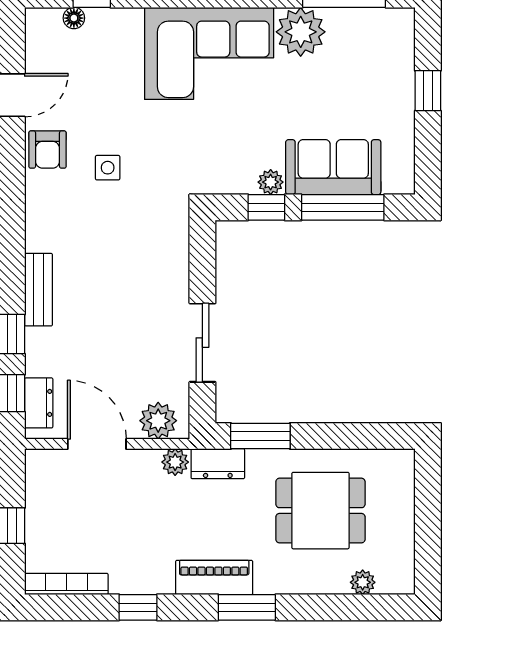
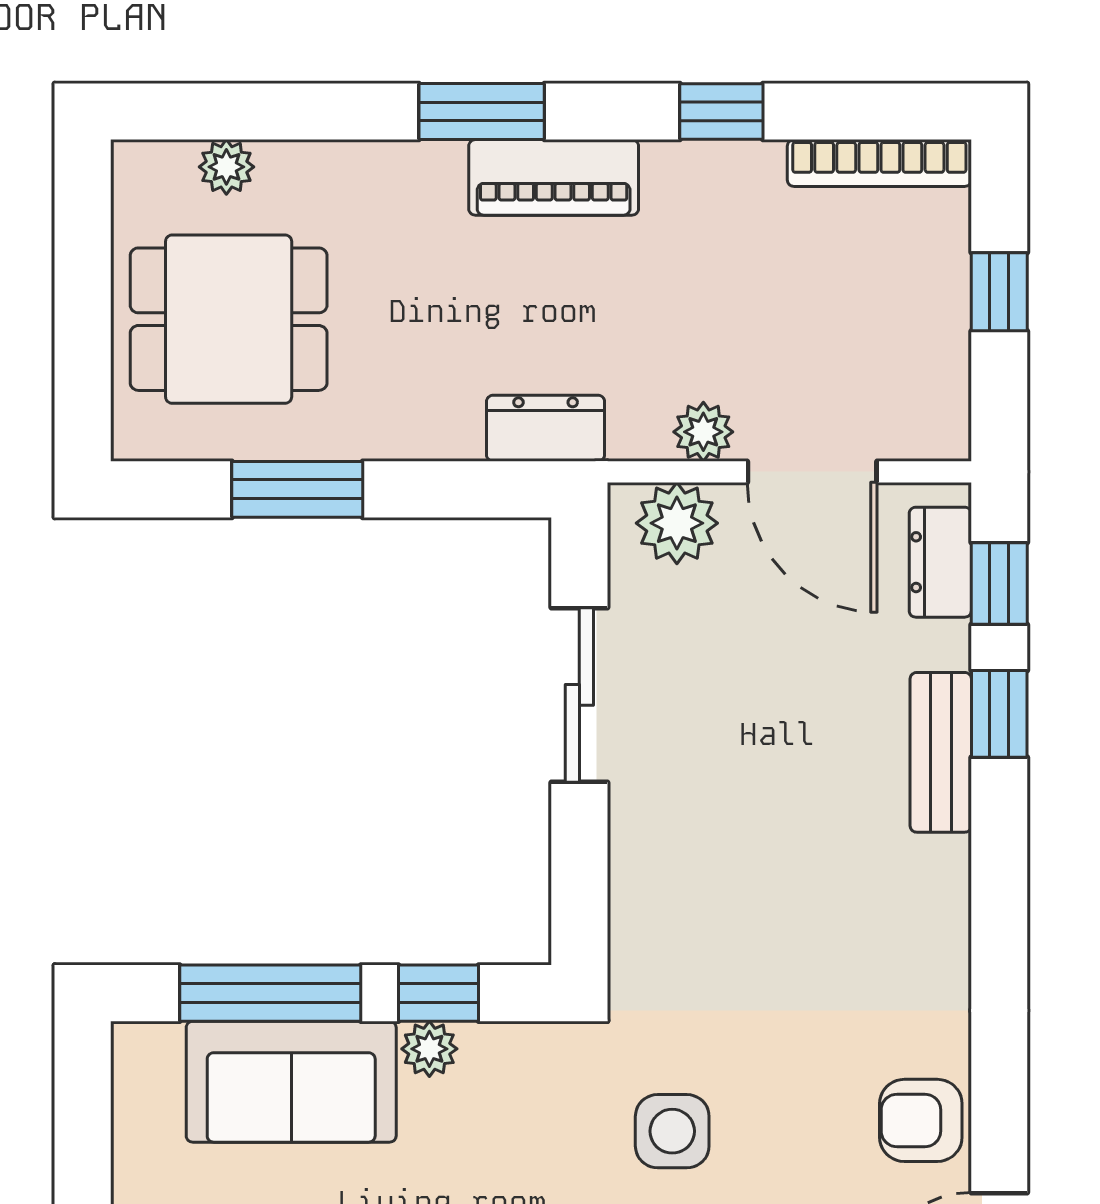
armchair: (48, 150) -> (921, 1120), turned -90
side table: (108, 168) -> (672, 1131), moved, width x1.37, depth x1.37
bench: (38, 290) -> (941, 752), moved
window: (260, 436) -> (297, 489), moved
plant: (175, 462) -> (703, 432), moved
dining table: (320, 511) -> (229, 319), moved

